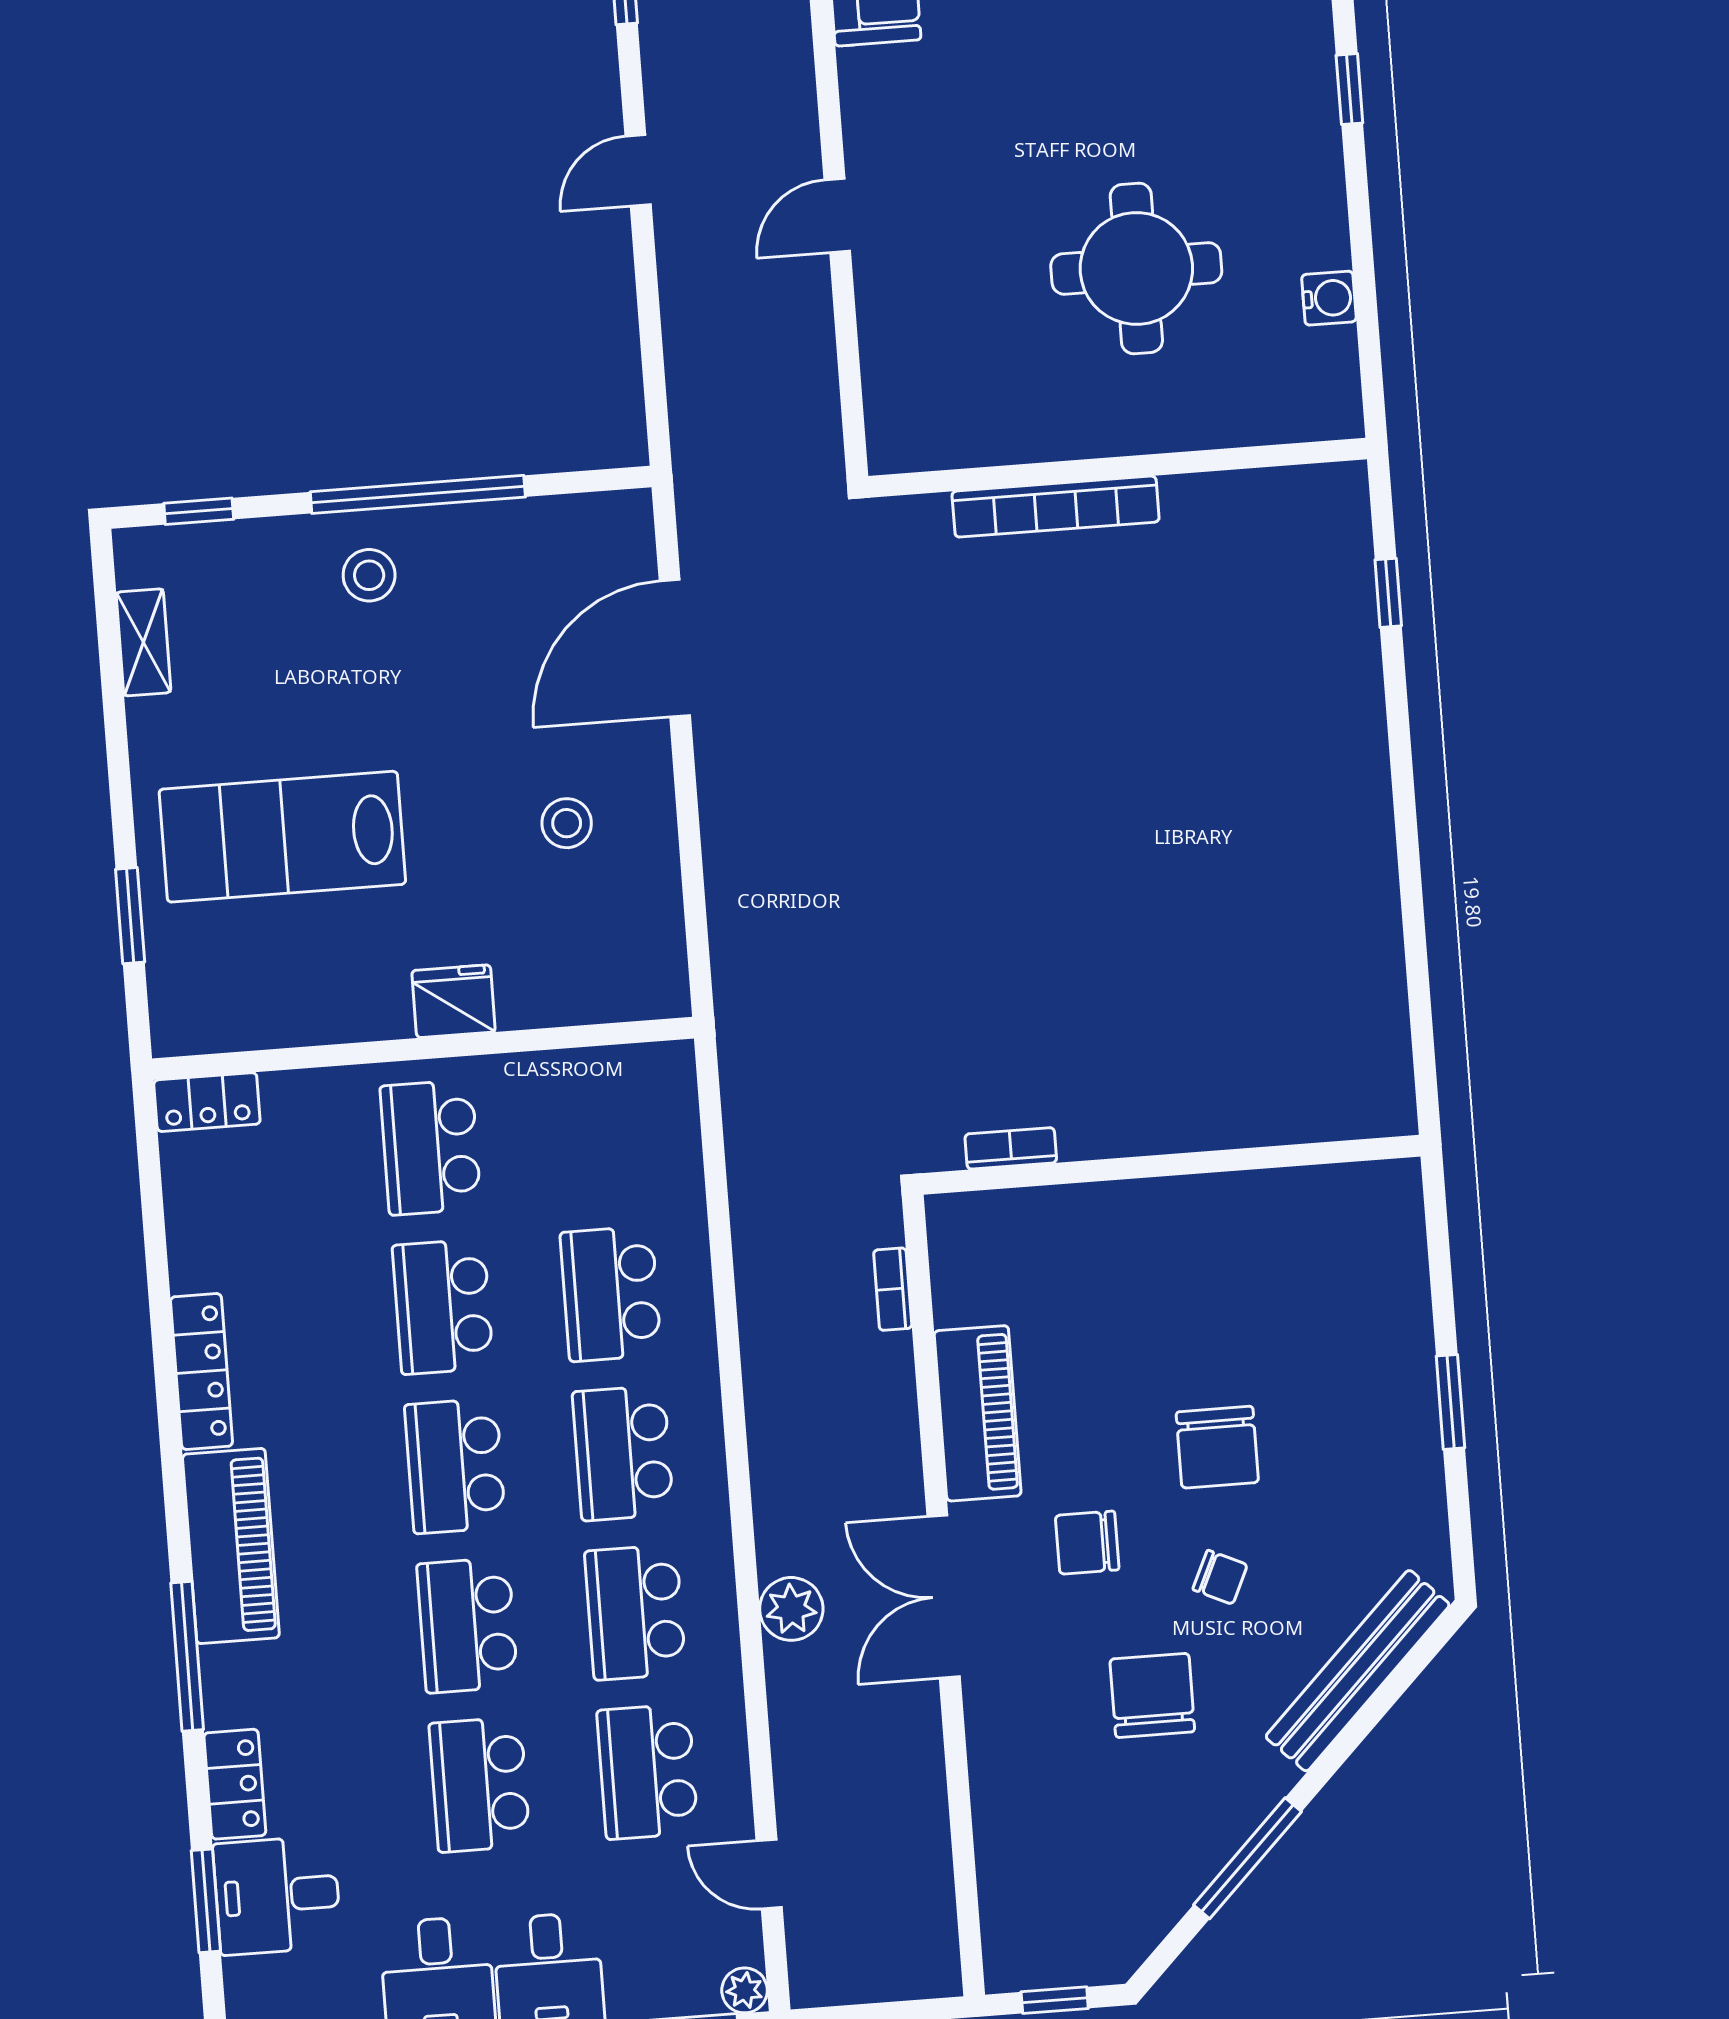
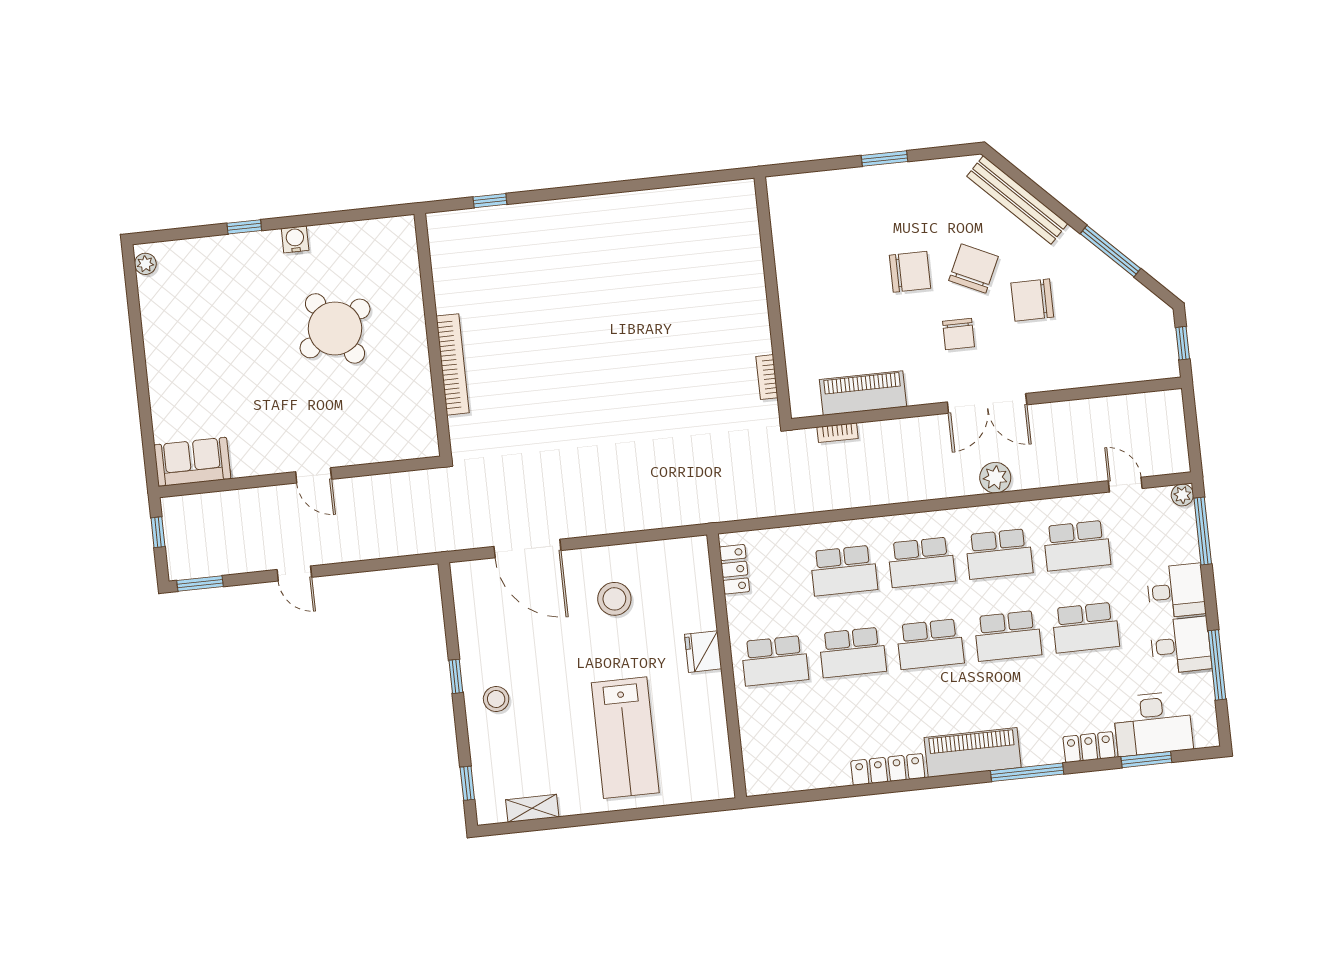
round table: (1136, 268) -> (335, 328), turned -32
water cooler: (1329, 298) -> (295, 239), moved
window: (418, 494) -> (456, 676), width x0.32
stool: (567, 823) -> (614, 599), width x1.38, depth x1.38
window: (130, 916) -> (666, 811), removed
locker: (207, 1102) -> (734, 569), moved
piano: (978, 1413) -> (863, 393), moved
chair: (1220, 1577) -> (974, 269), width x1.87, depth x1.87
door: (769, 1874) -> (1125, 485), swing flipped
desk: (277, 1895) -> (1153, 724), width x1.37

